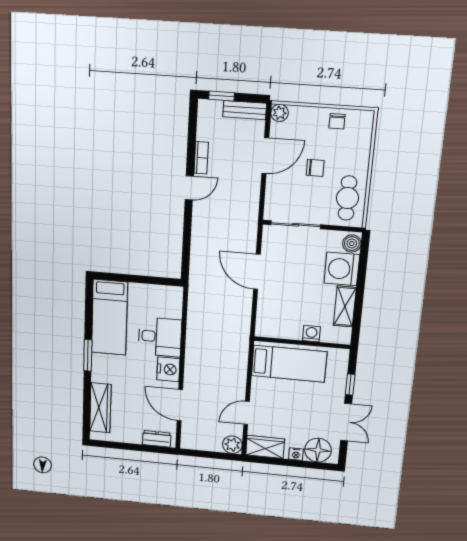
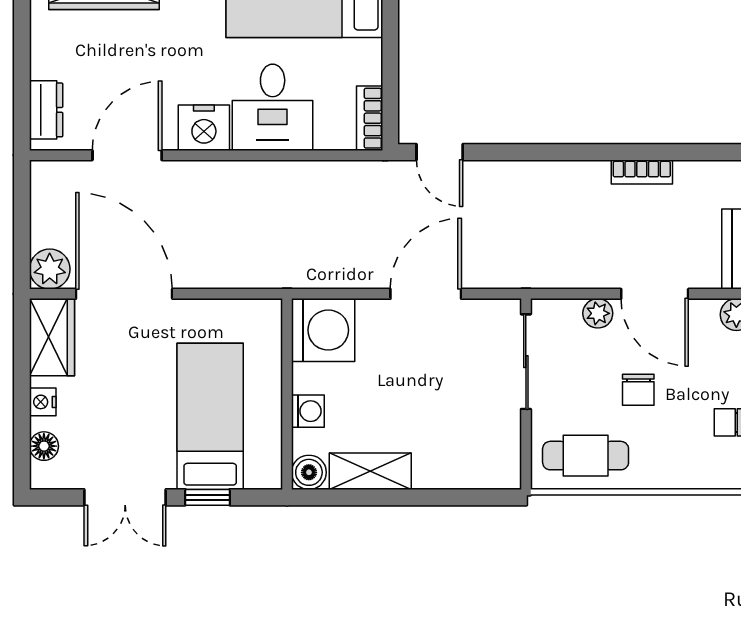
plant: (273, 186) -> (598, 313), added
door: (189, 188) -> (440, 152), moved
boiler: (352, 244) -> (309, 472), moved
washing machine: (342, 269) -> (323, 330), moved, turned 90
bookcase: (167, 292) -> (370, 118), added
bed: (289, 364) -> (210, 416), moved, turned 180
door: (247, 413) -> (124, 294), width x1.88
floor lamp: (318, 450) -> (44, 446), width x0.53, depth x0.53

